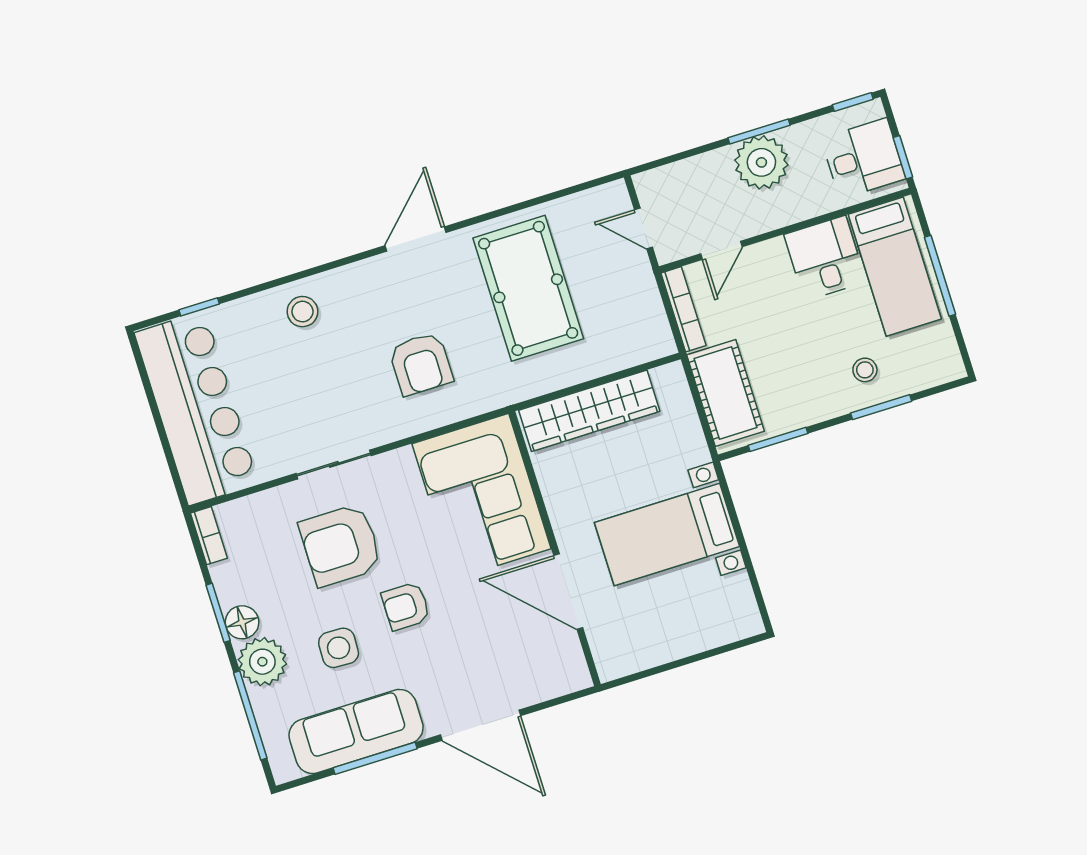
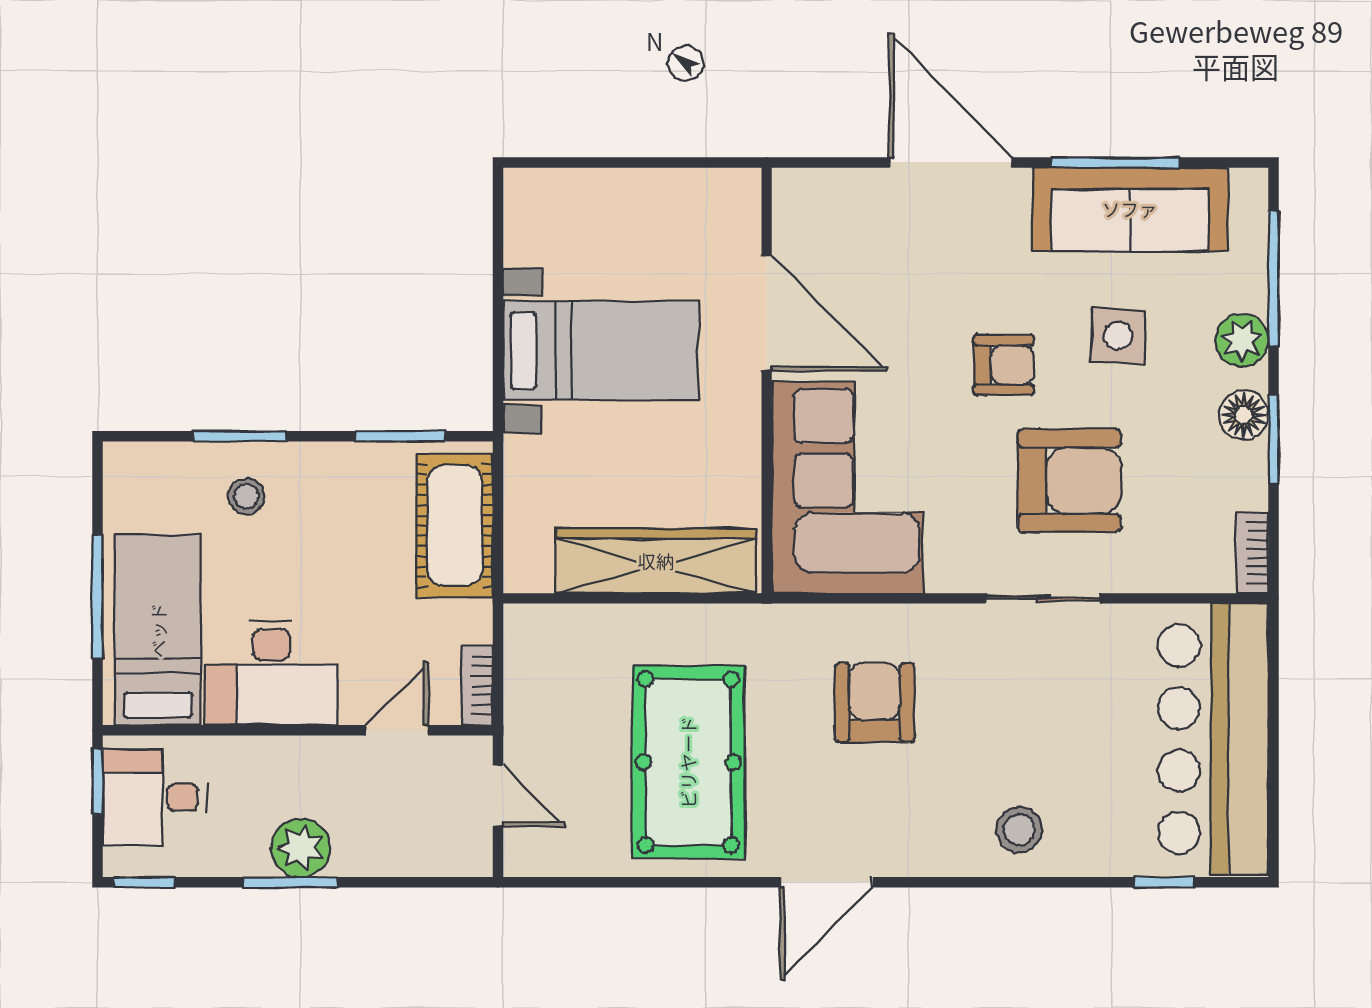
plant: (761, 162) -> (301, 848), width x0.73, depth x0.73
desk: (825, 258) -> (271, 673), width x1.37
bookcase: (683, 309) -> (477, 686), width x0.64
plant: (262, 662) -> (1242, 340), width x0.73, depth x0.73

